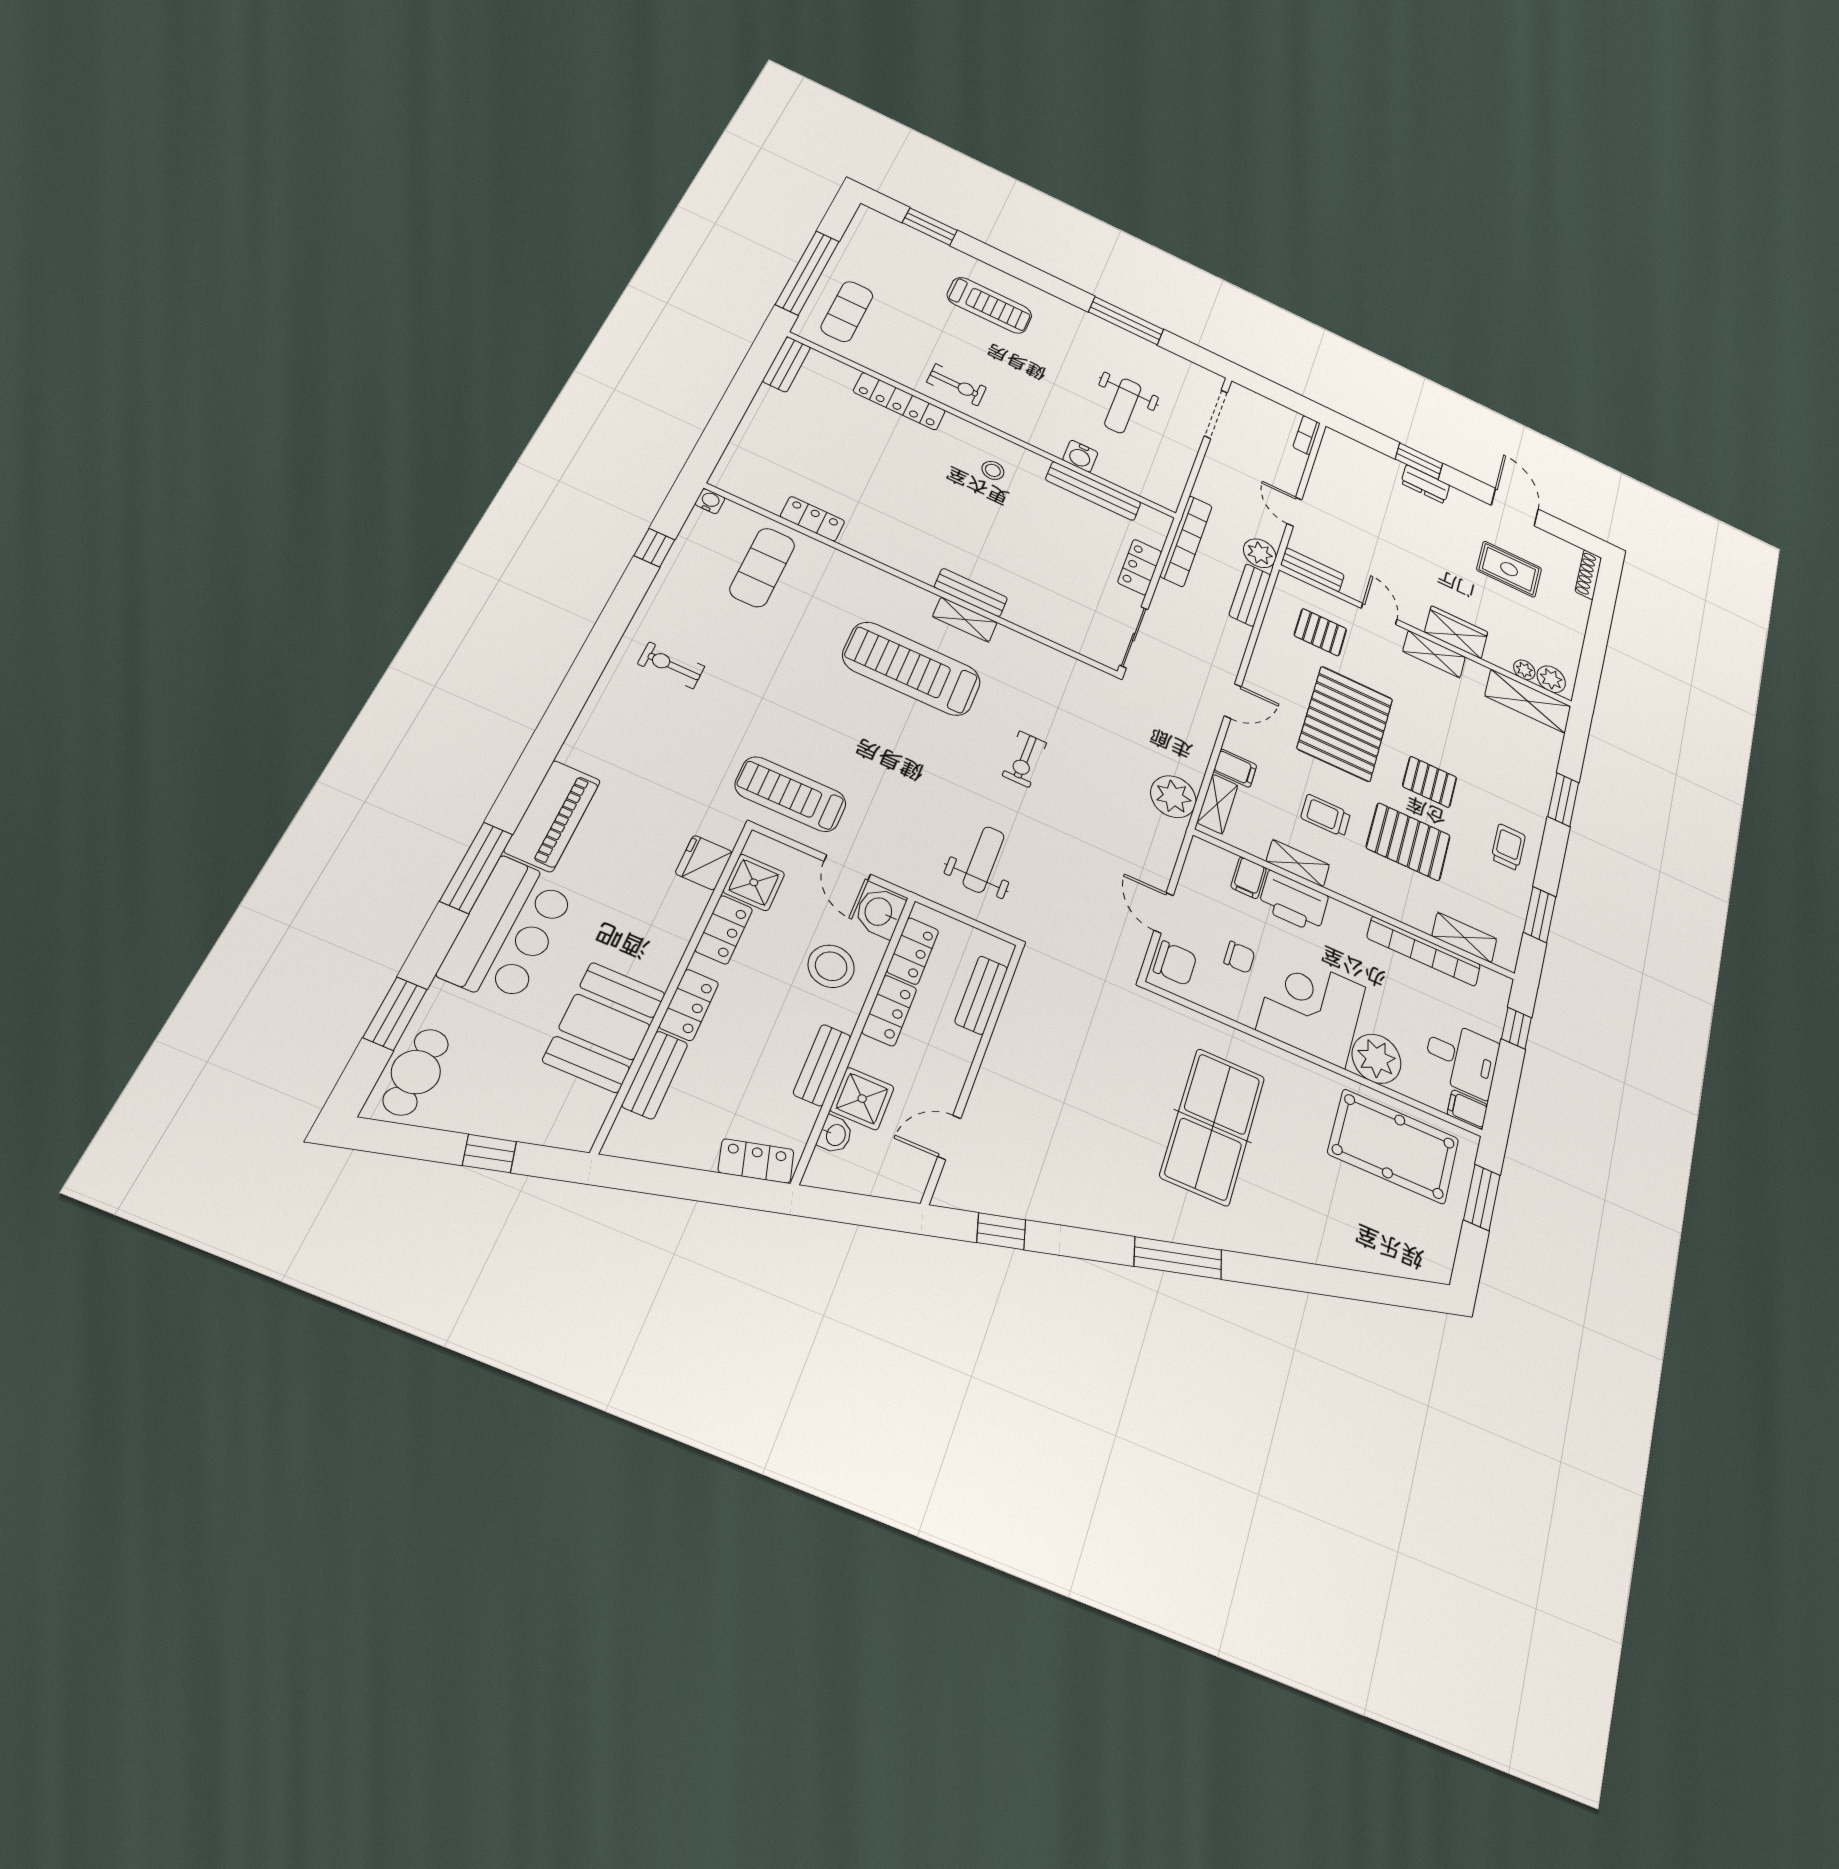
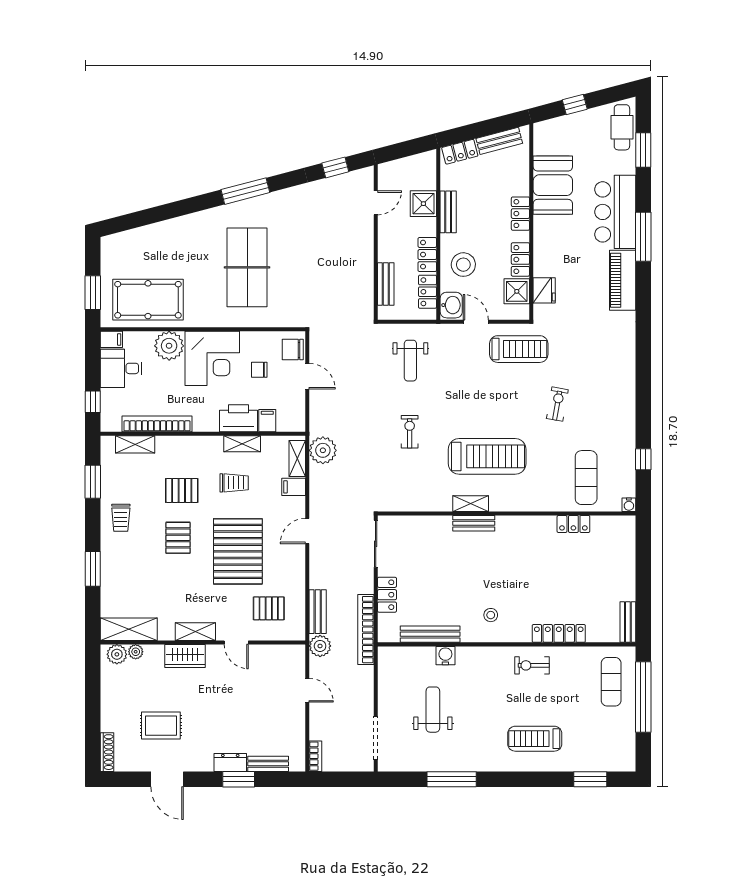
bench: (1312, 570) -> (268, 764), moved
exercise bike: (671, 665) -> (557, 404), moved, turned -80
pallet: (1430, 782) -> (178, 538), turned 90
pallet: (1408, 842) -> (182, 490), width x0.67, depth x0.71
bench: (655, 1075) -> (499, 141), moved, turned 75
washbasin: (835, 1135) -> (429, 180), removed

